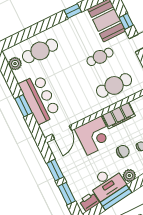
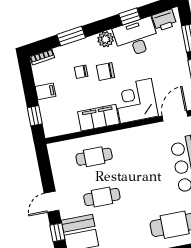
cafe table: (114, 85) -> (94, 157), width x0.73, depth x0.74
window: (116, 198) -> (130, 16), width x0.46

